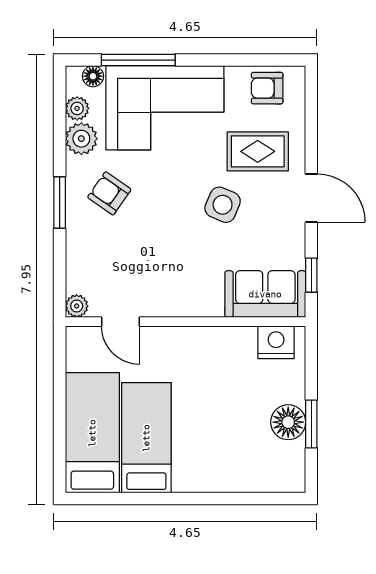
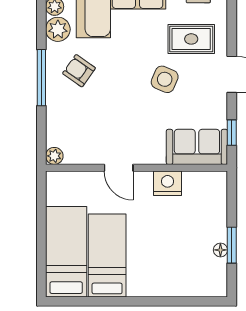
window: (60, 202) -> (41, 78), width x1.44
door: (121, 322) -> (119, 168), moved
nightstand: (276, 342) -> (168, 183), moved
floor lamp: (288, 422) -> (220, 250), width x0.53, depth x0.53

